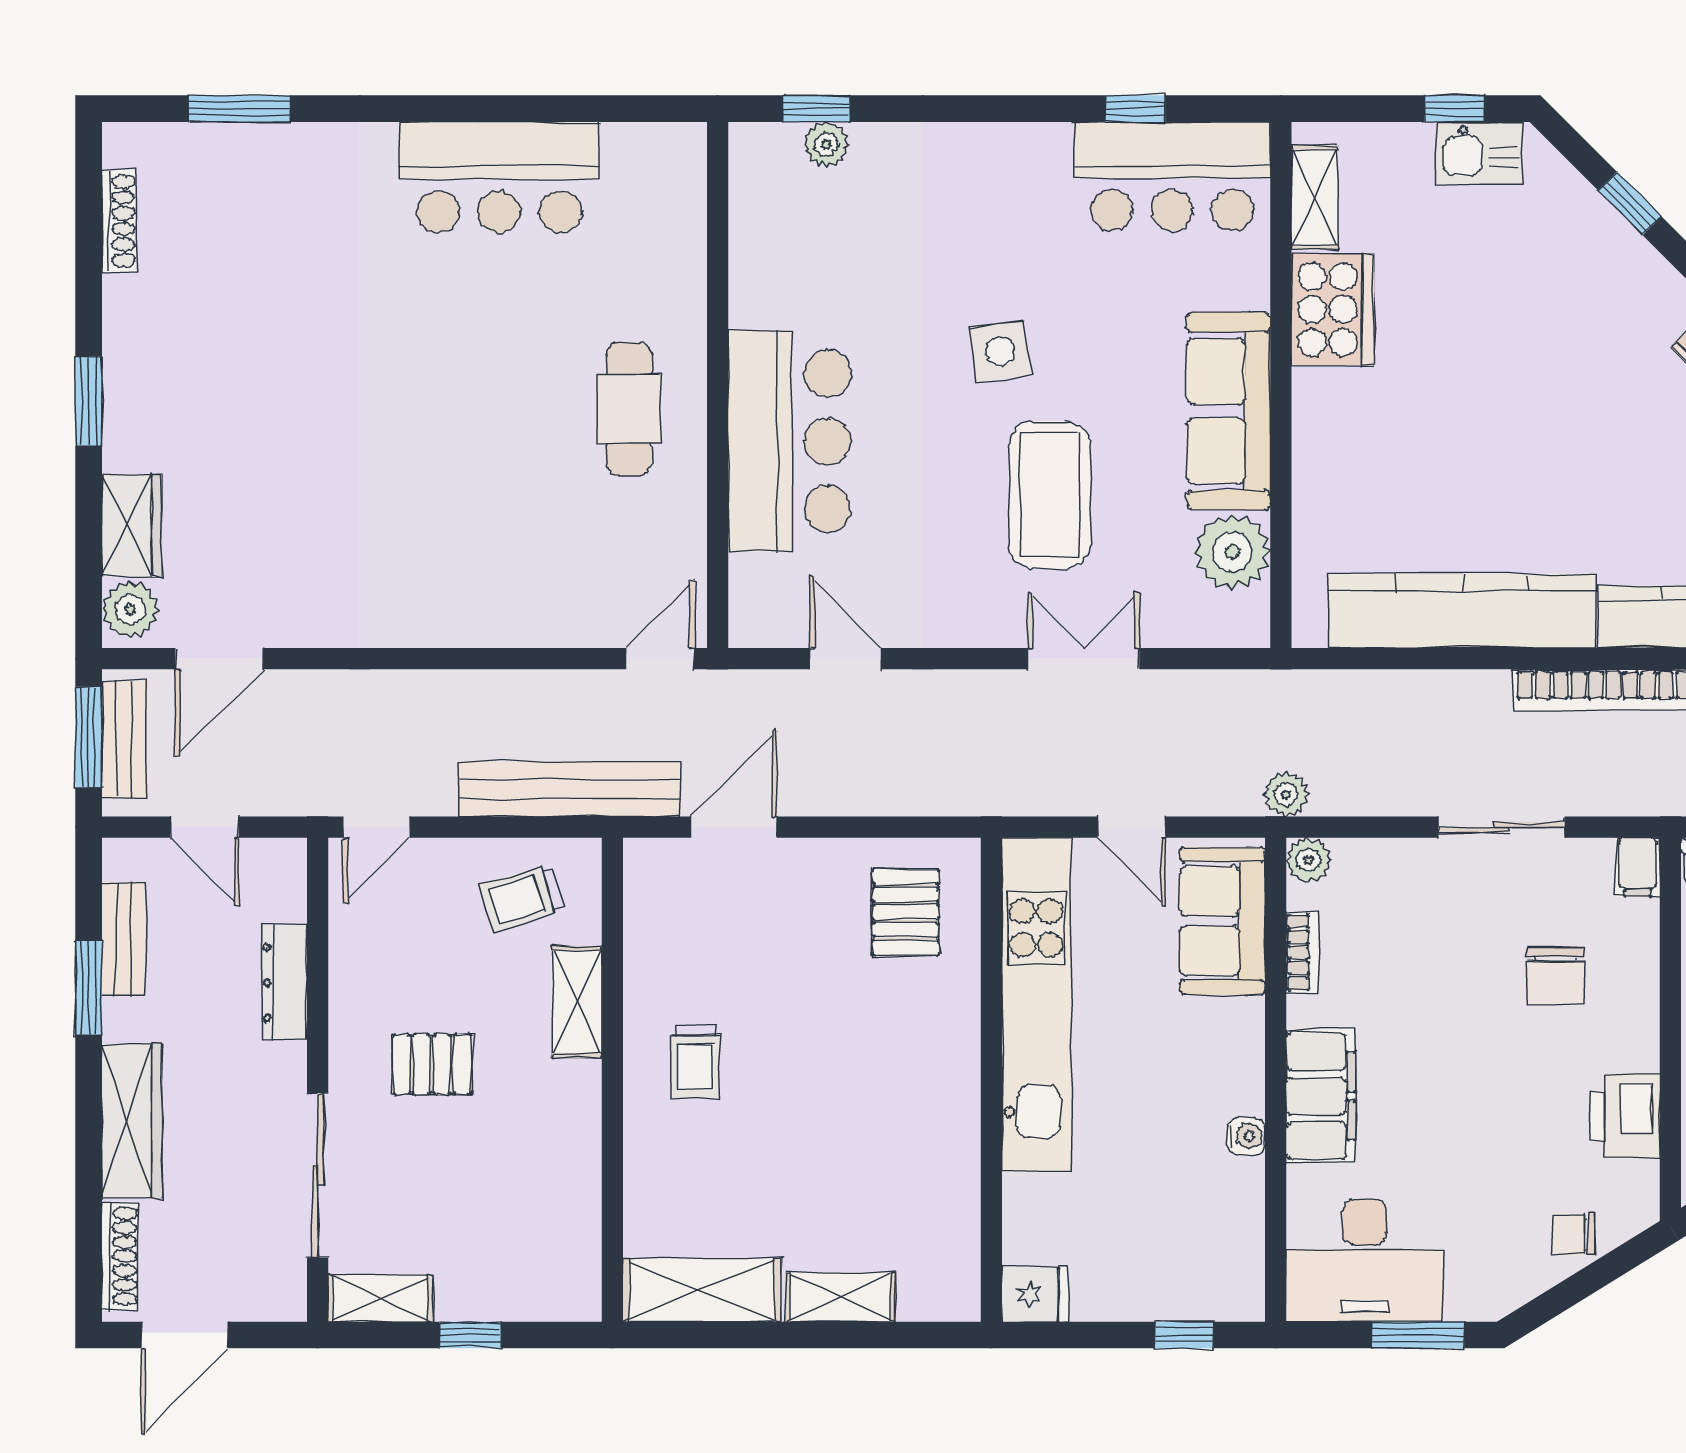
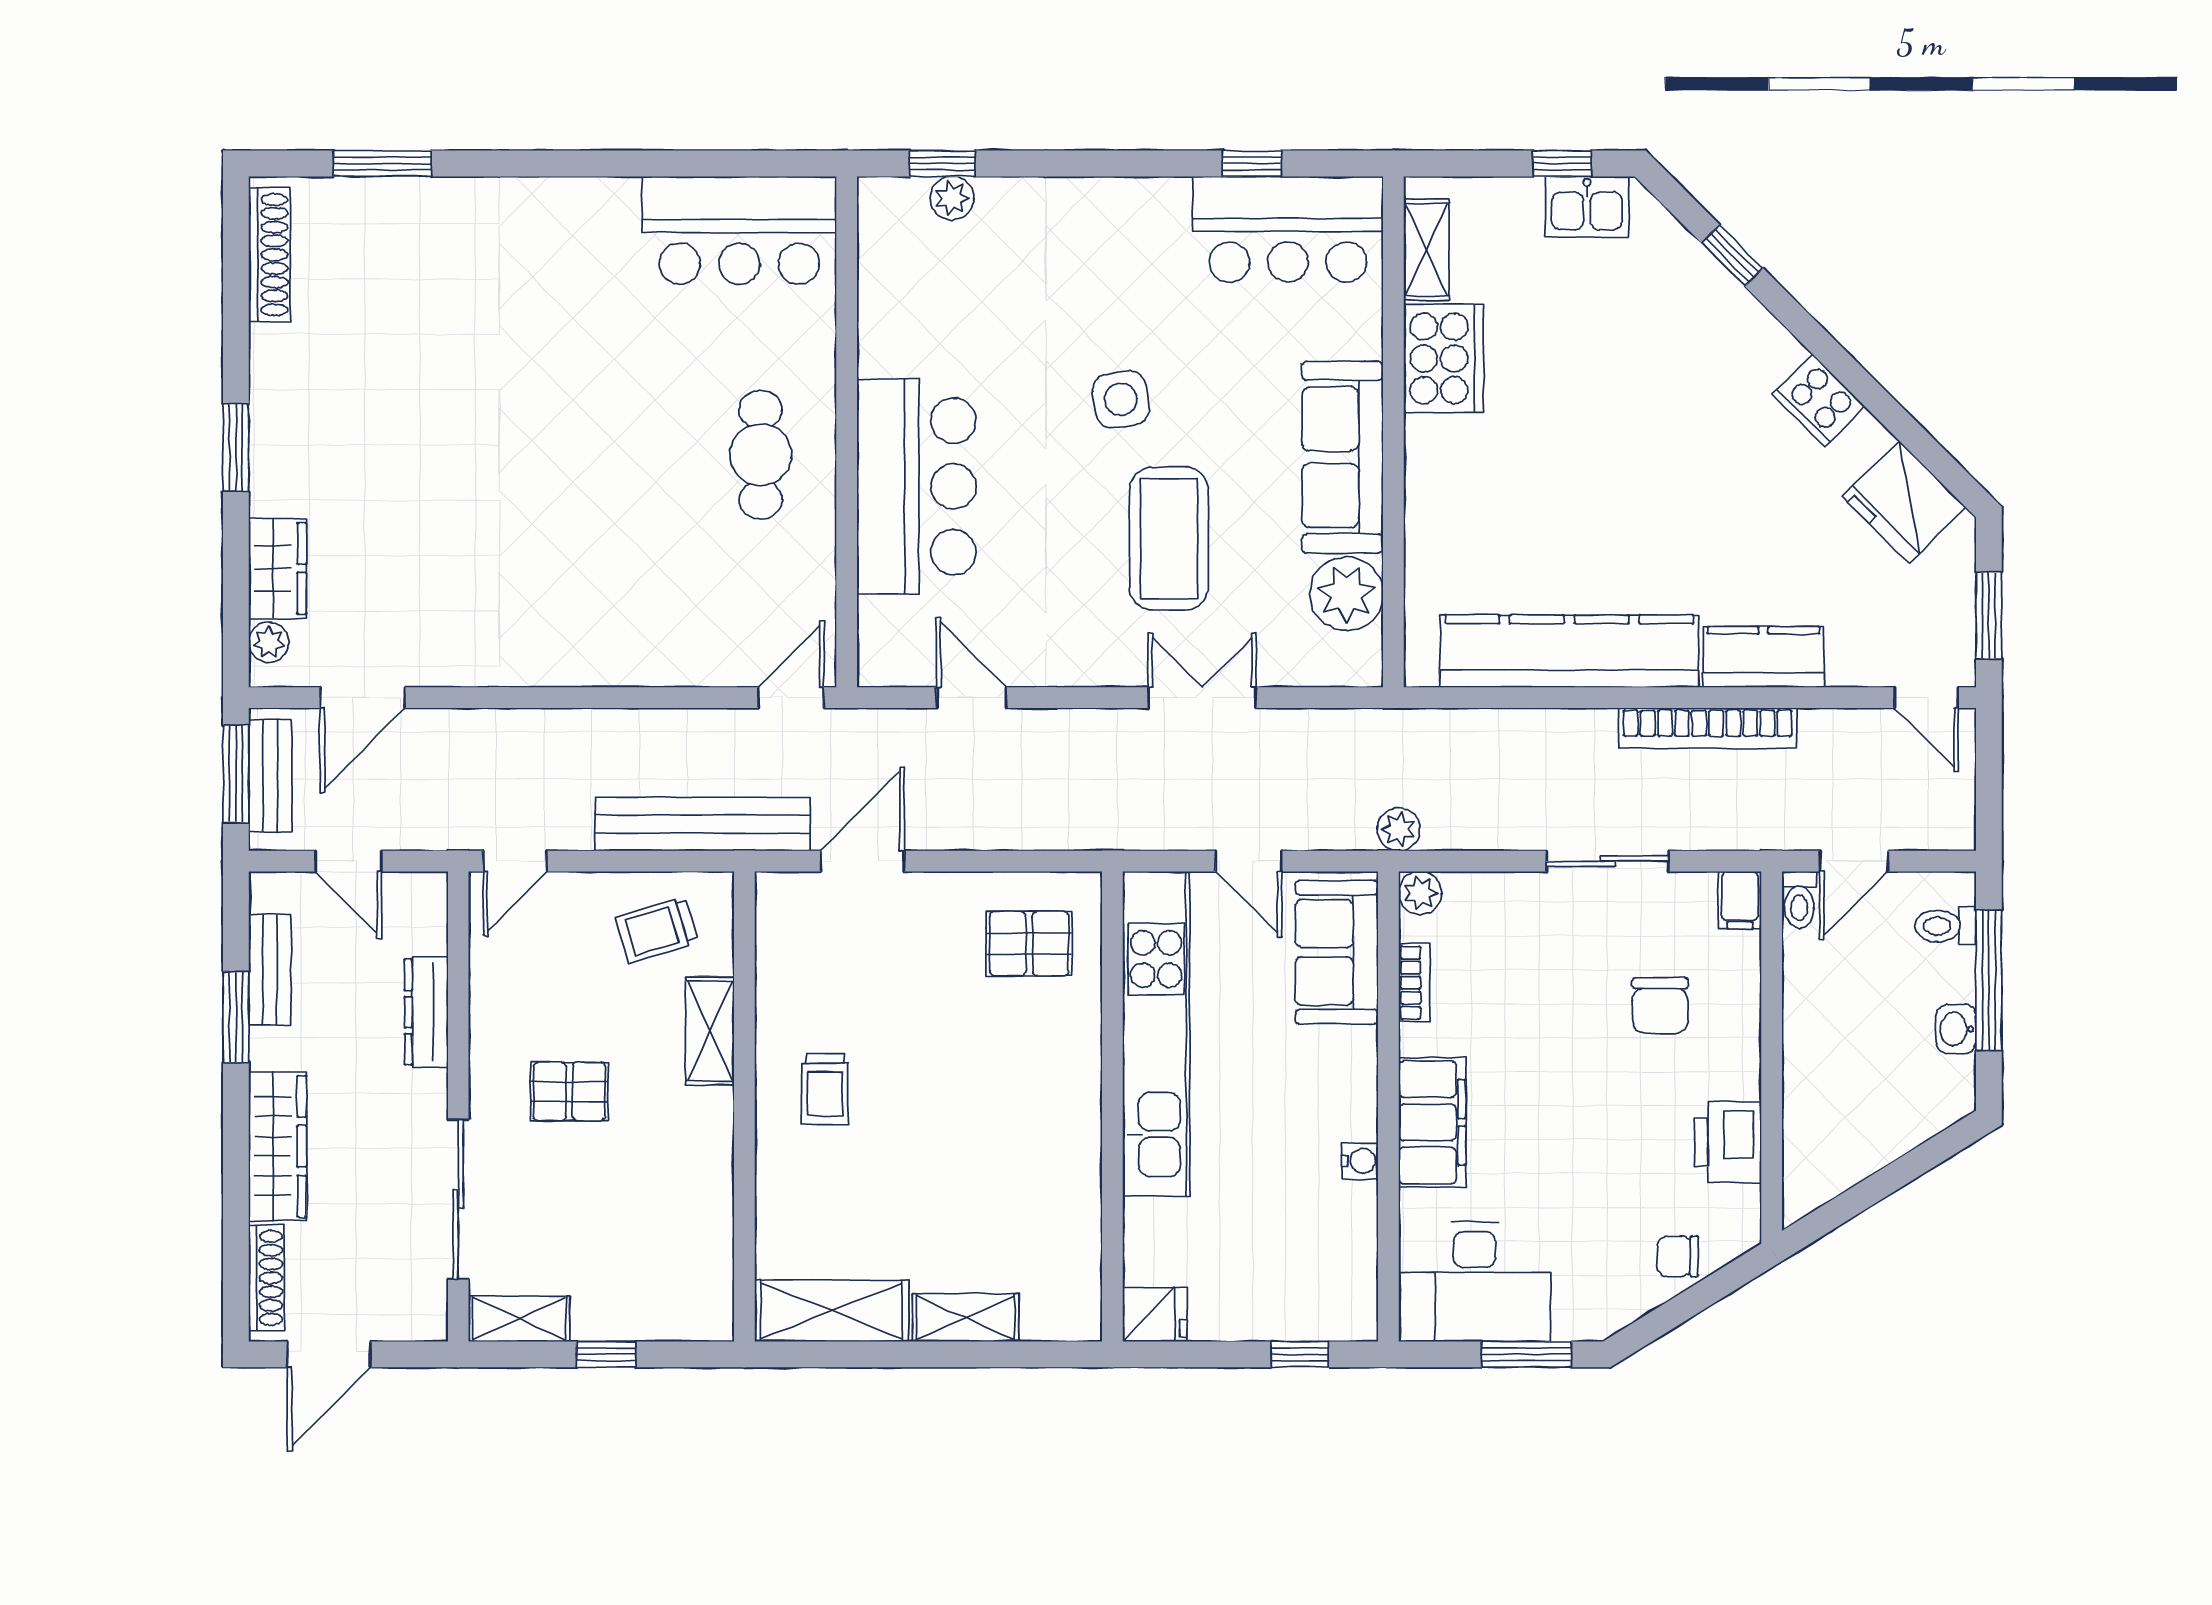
bar counter: (499, 177) -> (739, 230), moved
shoe rack: (119, 221) -> (269, 255), width x1.36, depth x1.24
plant: (130, 610) -> (269, 642), width x0.73, depth x0.73
pallet: (906, 912) -> (1029, 944), turned 90

